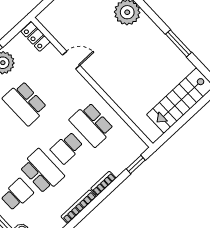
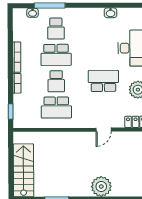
school desk: (92, 125) -> (56, 107), turned 180
school desk: (67, 148) -> (56, 81), turned 180

